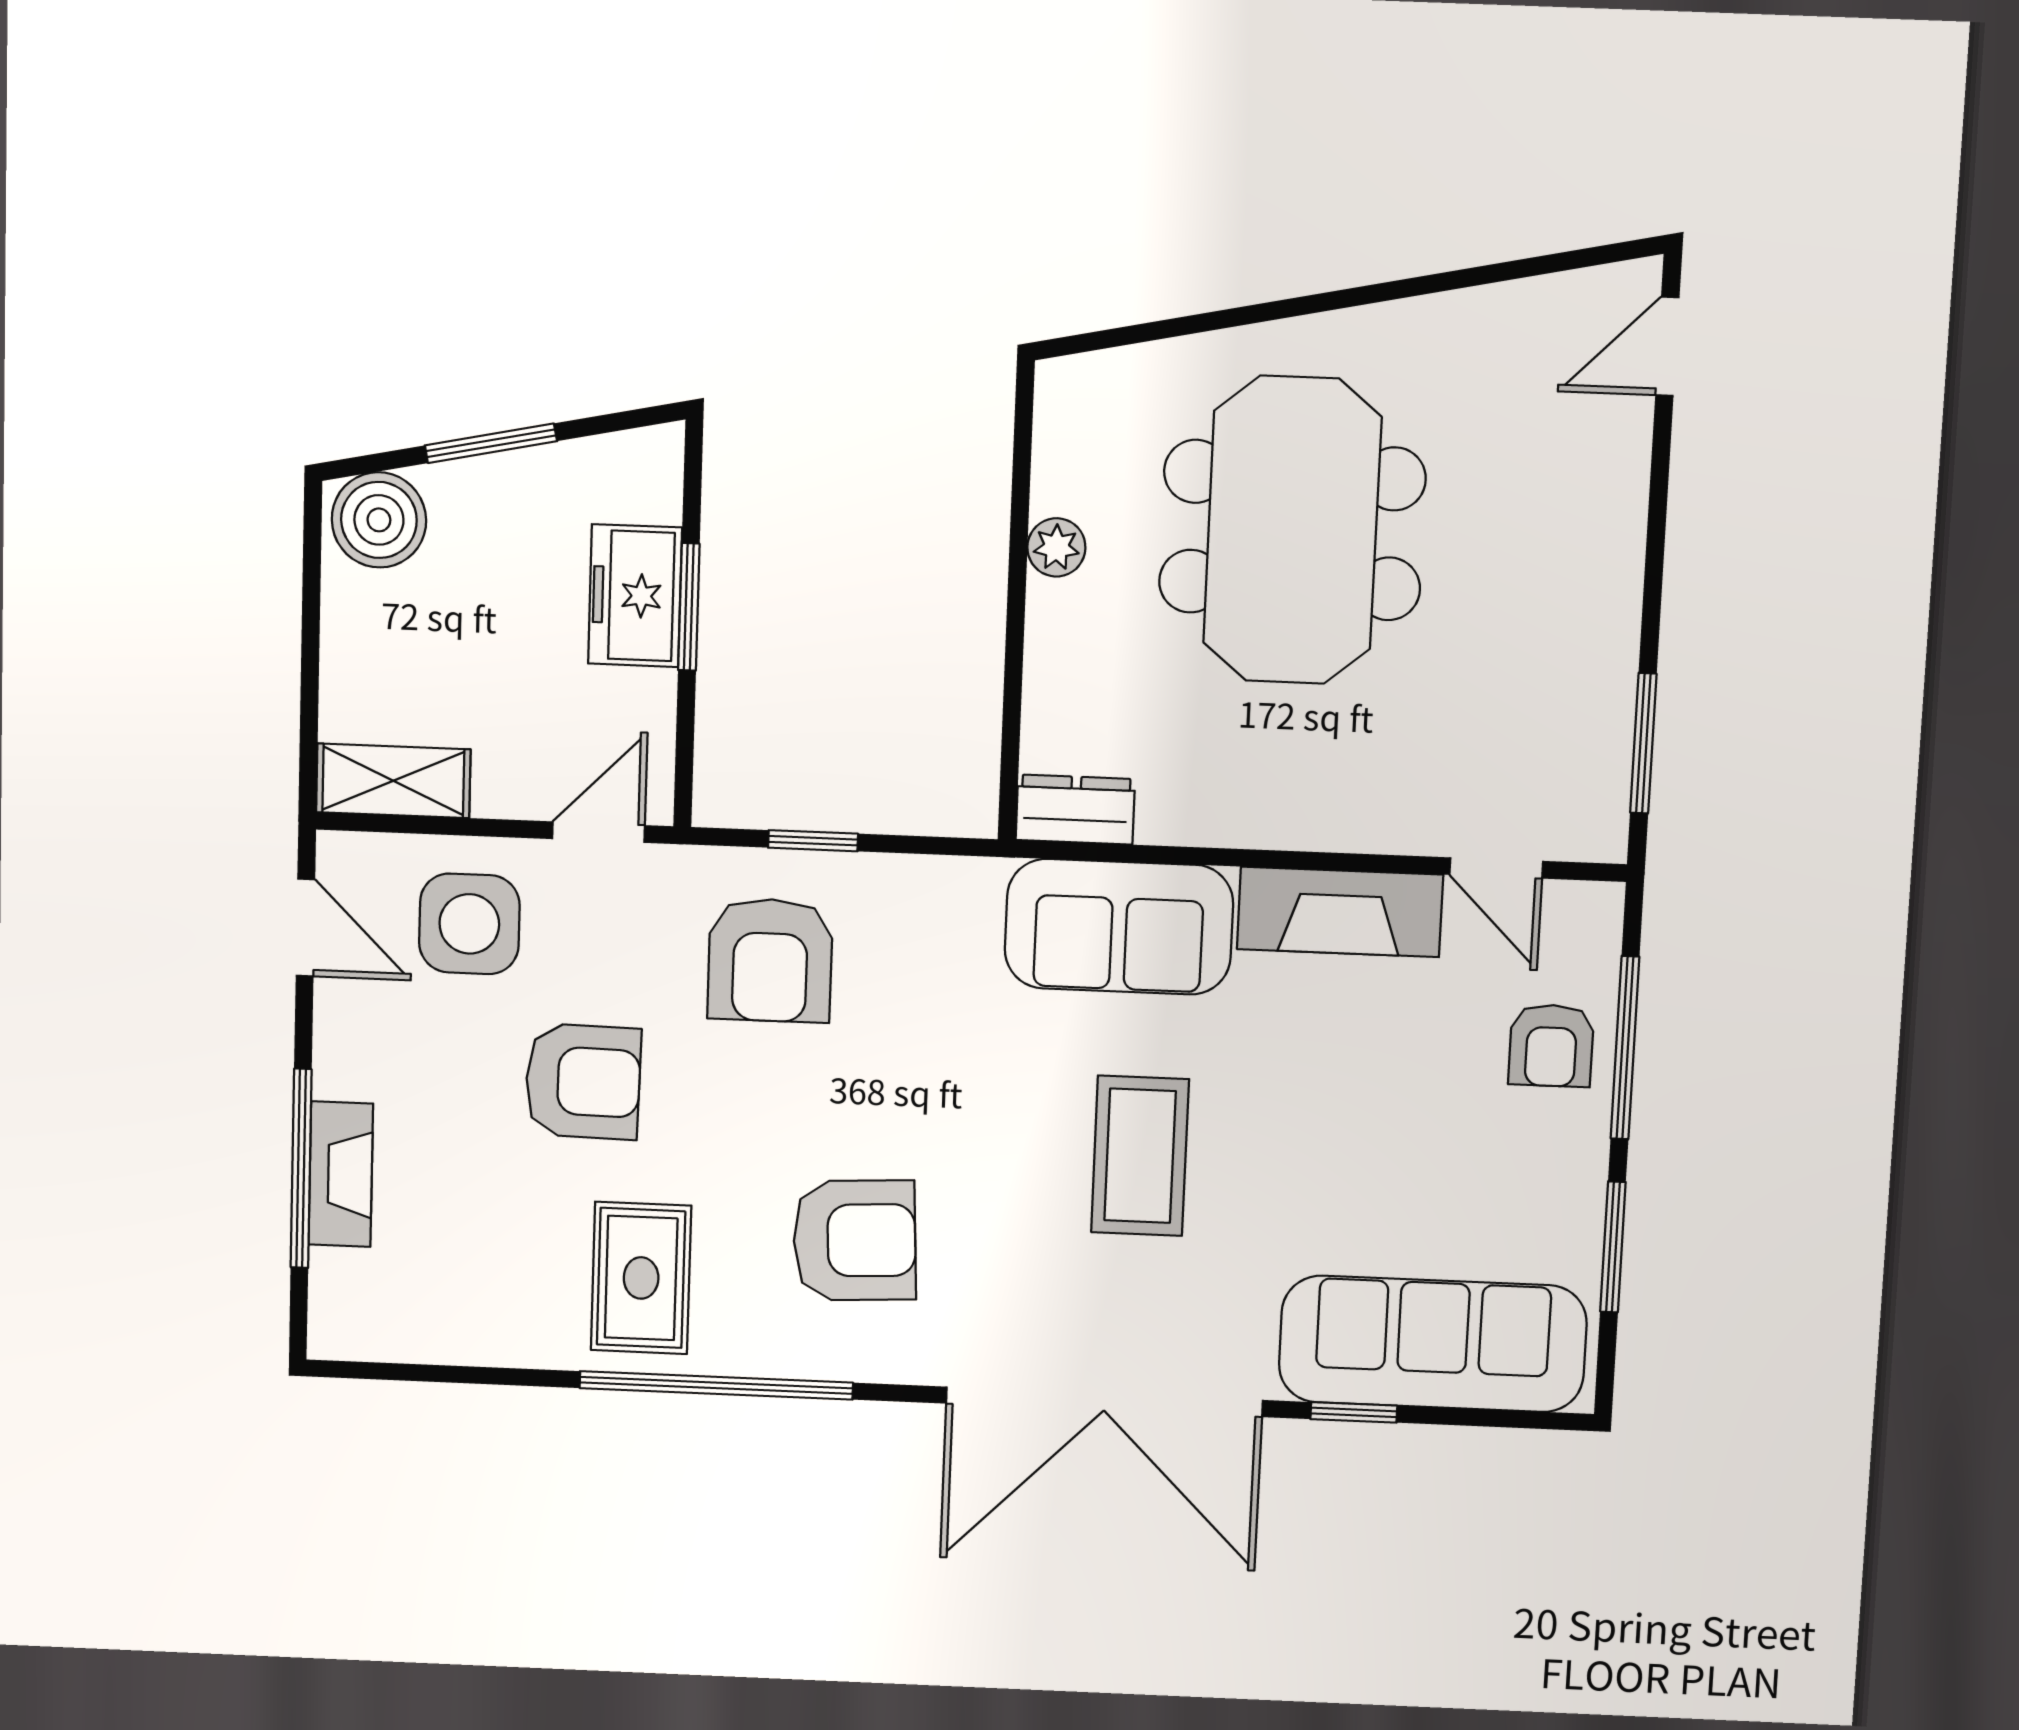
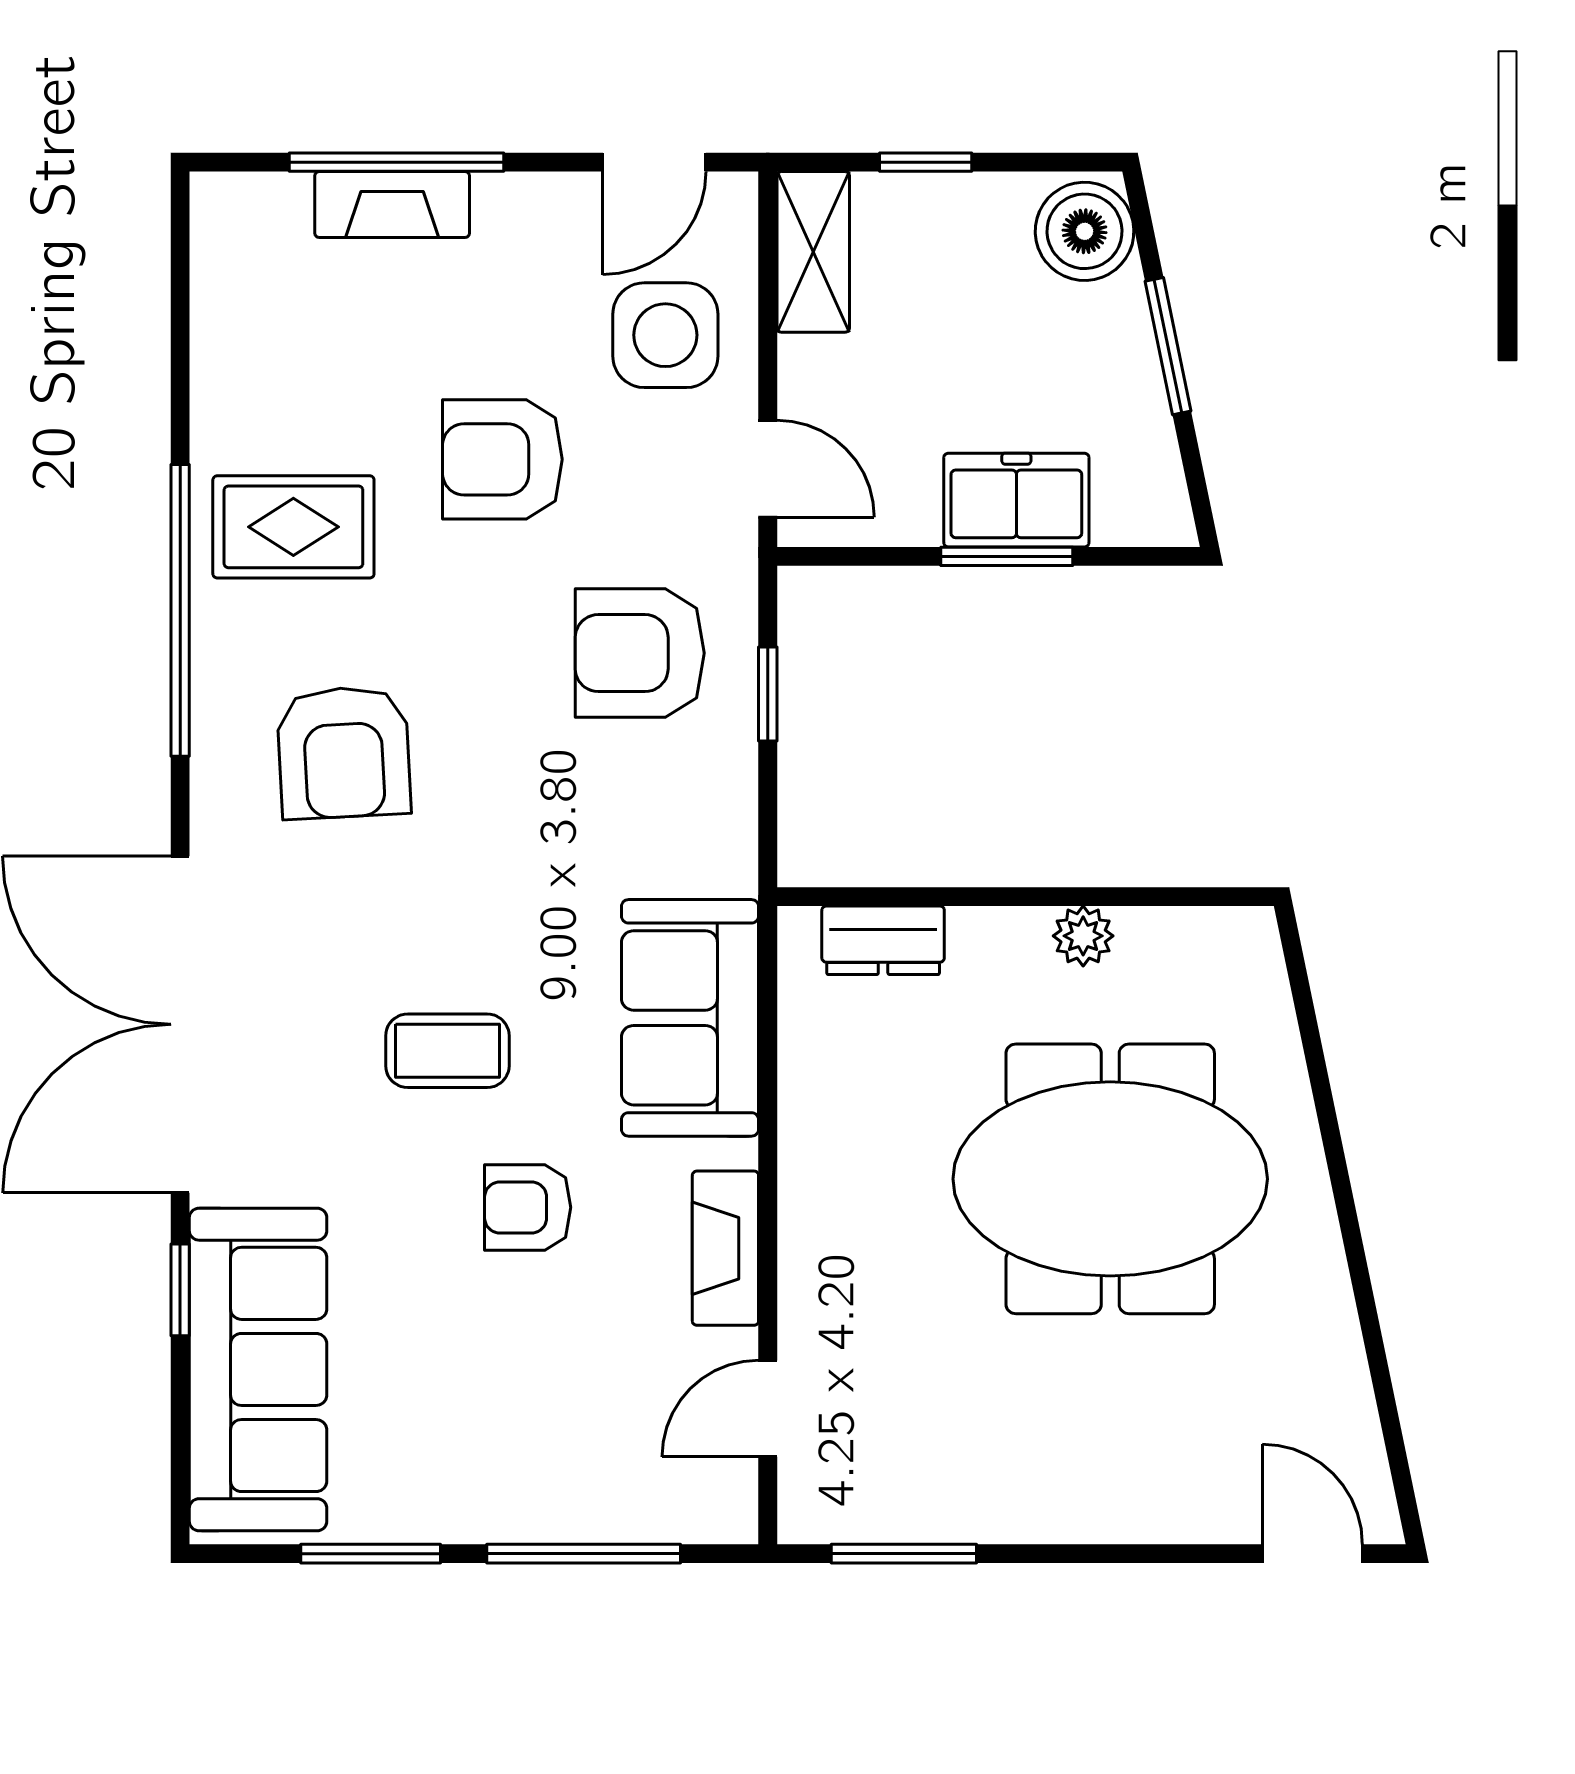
window: (310, 670) -> (926, 162), added
dresser: (1075, 810) -> (883, 940), moved, turned 90
fireplace: (1340, 912) -> (725, 1248), width x0.73, depth x0.76
armchair: (1551, 1046) -> (528, 1207), moved
armchair: (583, 1081) -> (502, 459), turned 89
coffee table: (1140, 1156) -> (447, 1051), width x0.73, depth x0.77

